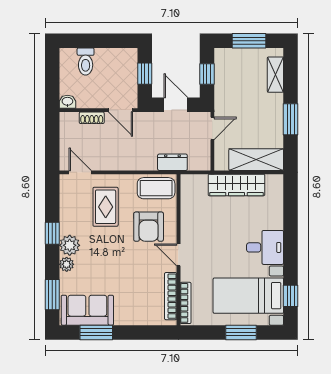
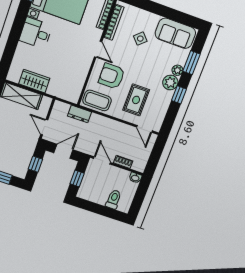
door: (176, 105) -> (63, 151), swing flipped
door: (212, 128) -> (44, 127), hinge flipped
wardrobe: (236, 185) -> (34, 81), width x0.67
armchair: (149, 227) -> (112, 76), turned -90
side table: (130, 288) -> (140, 39), added
window: (52, 295) -> (191, 63), moved
window: (96, 332) -> (175, 15), removed

